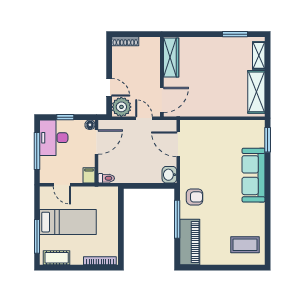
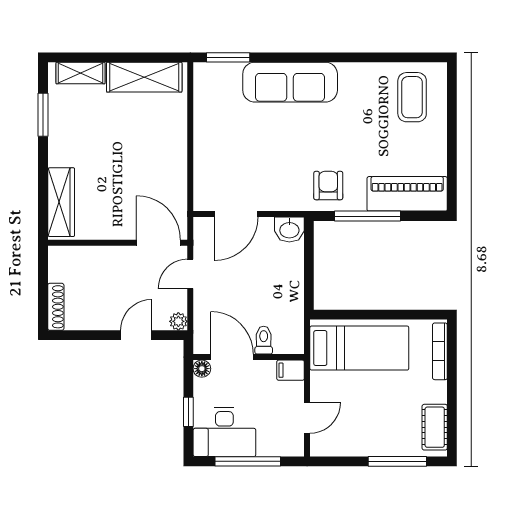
wardrobe: (171, 58) -> (61, 202), moved, turned 90
plant: (121, 107) -> (178, 321), width x0.53, depth x0.53
toilet: (106, 178) -> (264, 340), moved
bed: (68, 222) -> (359, 348), moved, turned 90

